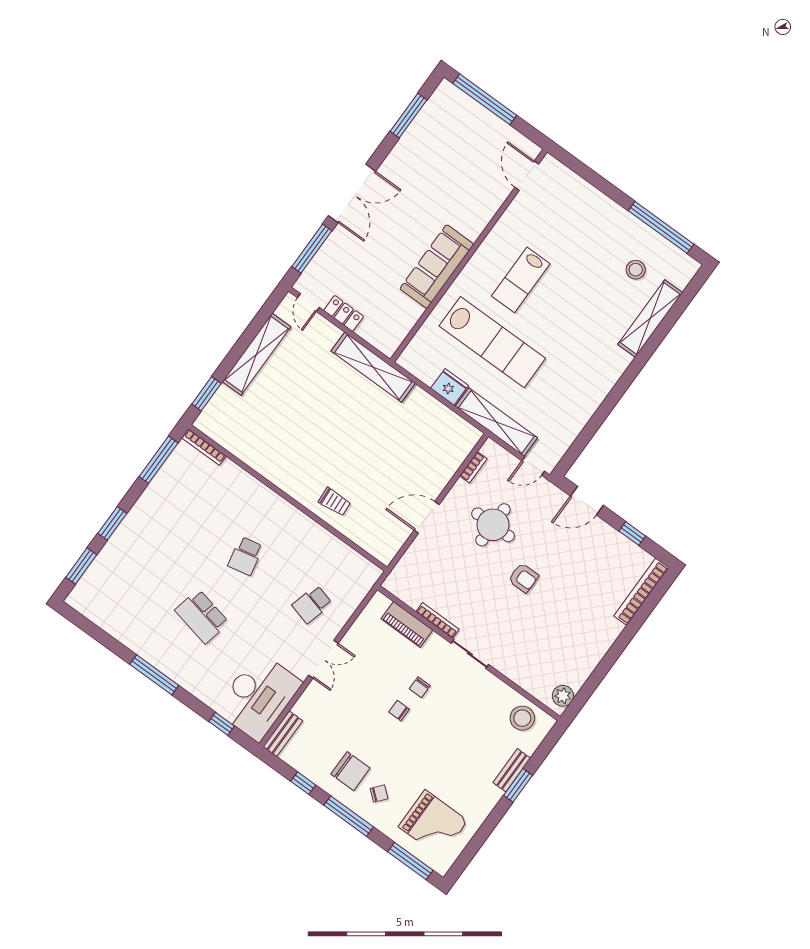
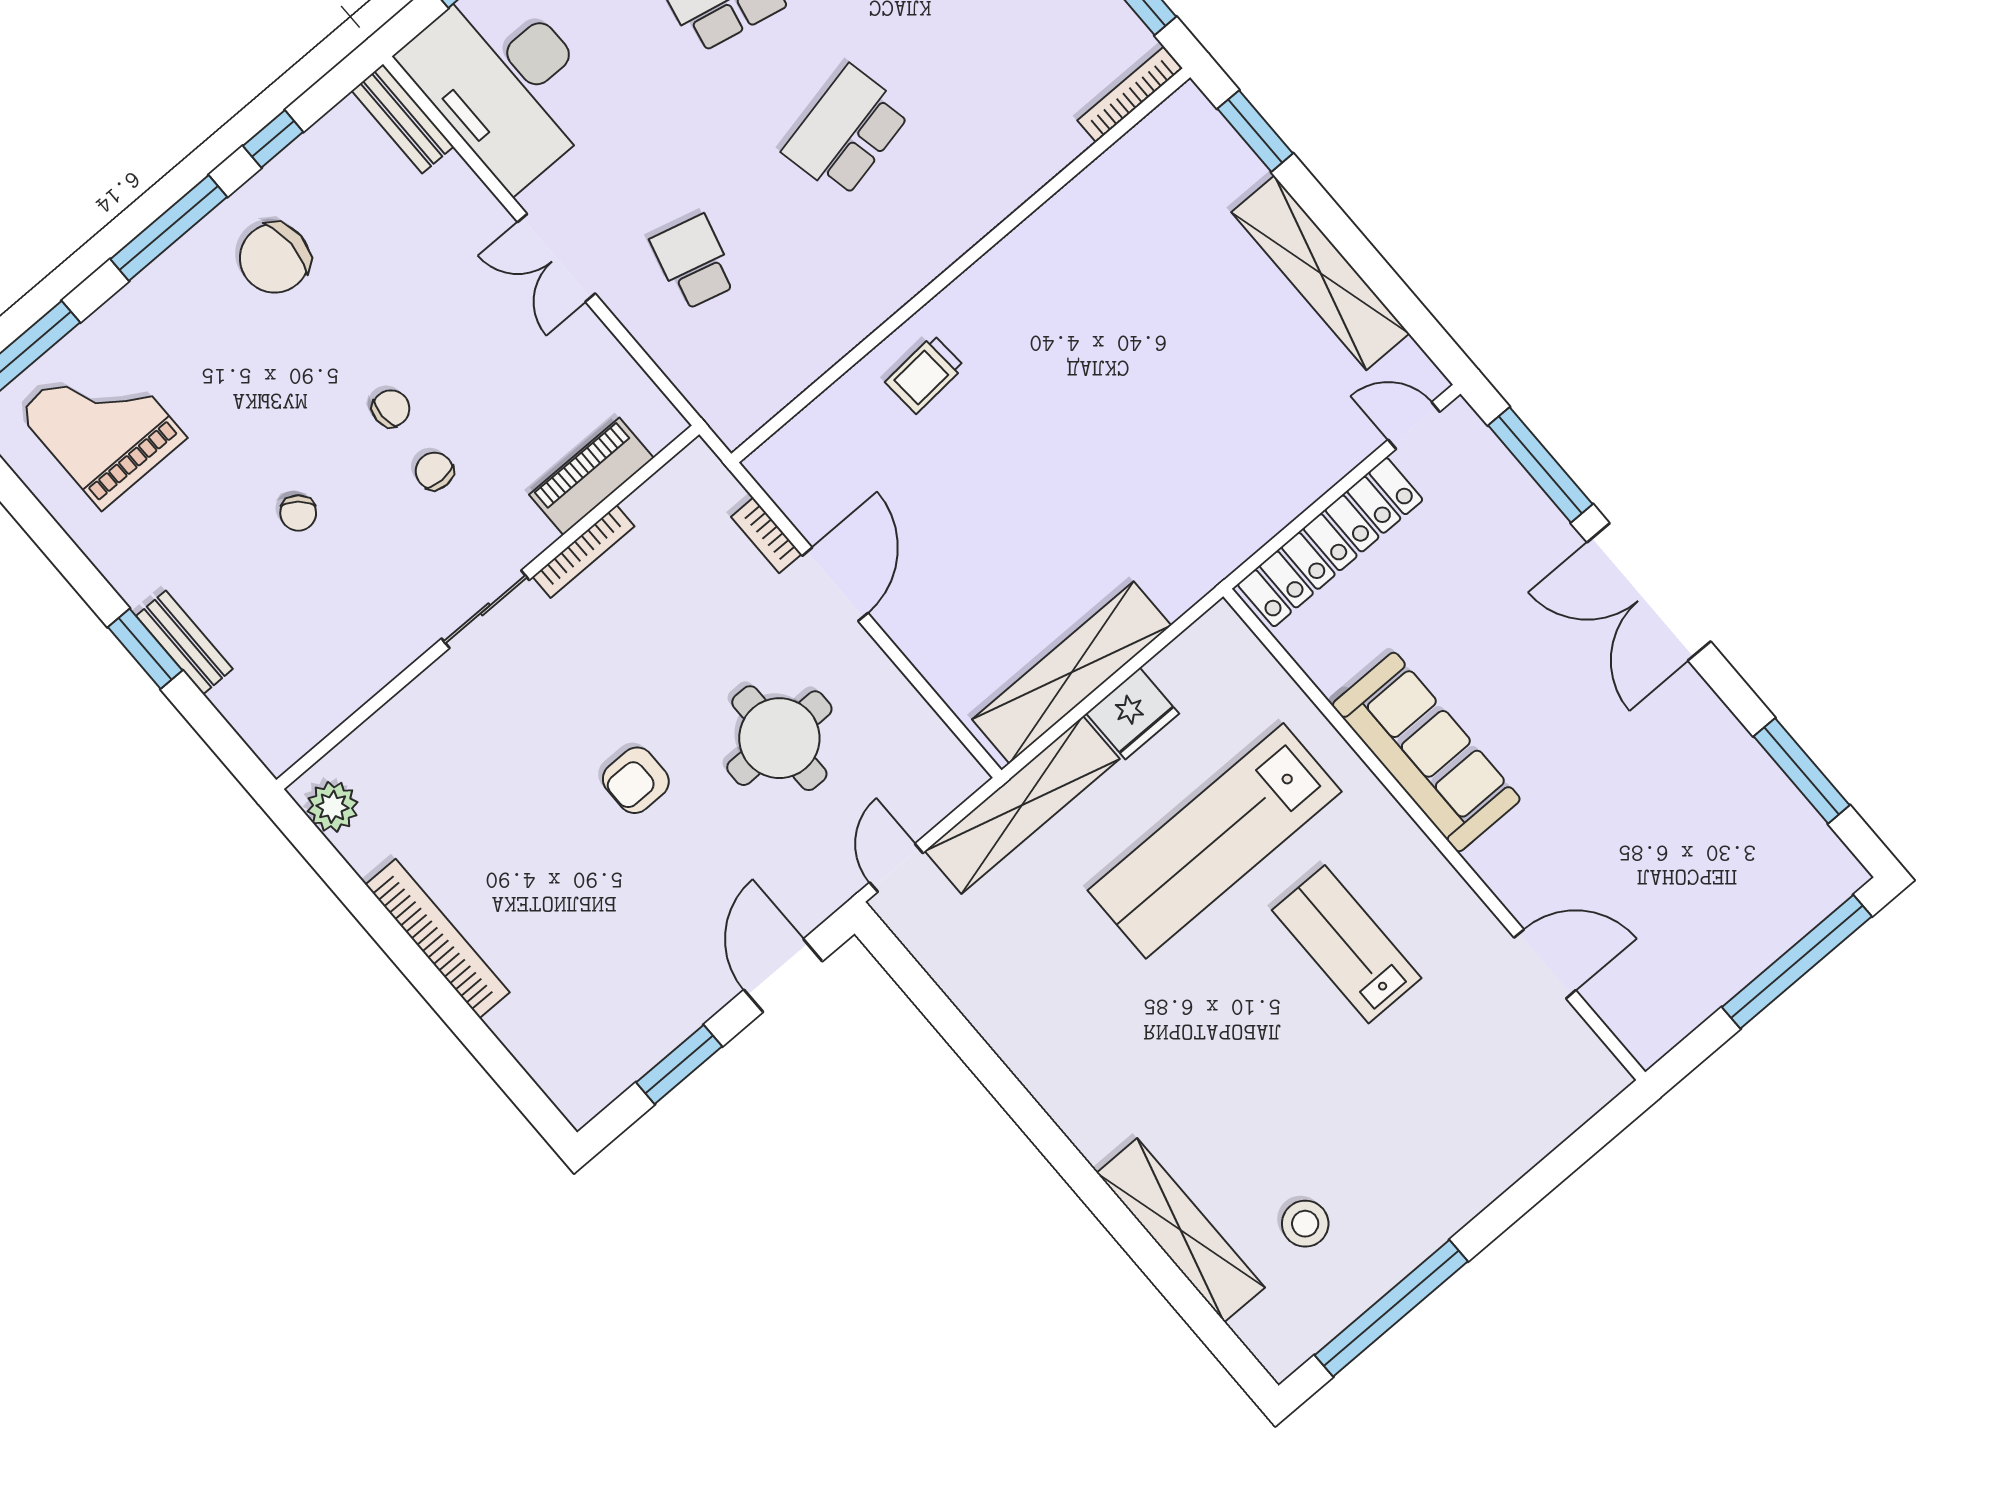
door: (527, 176) -> (1545, 964), moved
locker: (344, 313) -> (1330, 542), width x2.16, depth x1.21
shelving: (373, 367) -> (1072, 672), moved
bookcase: (473, 467) -> (766, 535), moved
window: (632, 534) -> (679, 1064), width x1.50
school desk: (246, 556) -> (846, 132), width x1.85
bookcase: (641, 592) -> (437, 938), moved
stool: (522, 718) -> (302, 698), removed
chair: (379, 794) -> (298, 513), moved
grand piano: (433, 824) -> (102, 425), turned 90

